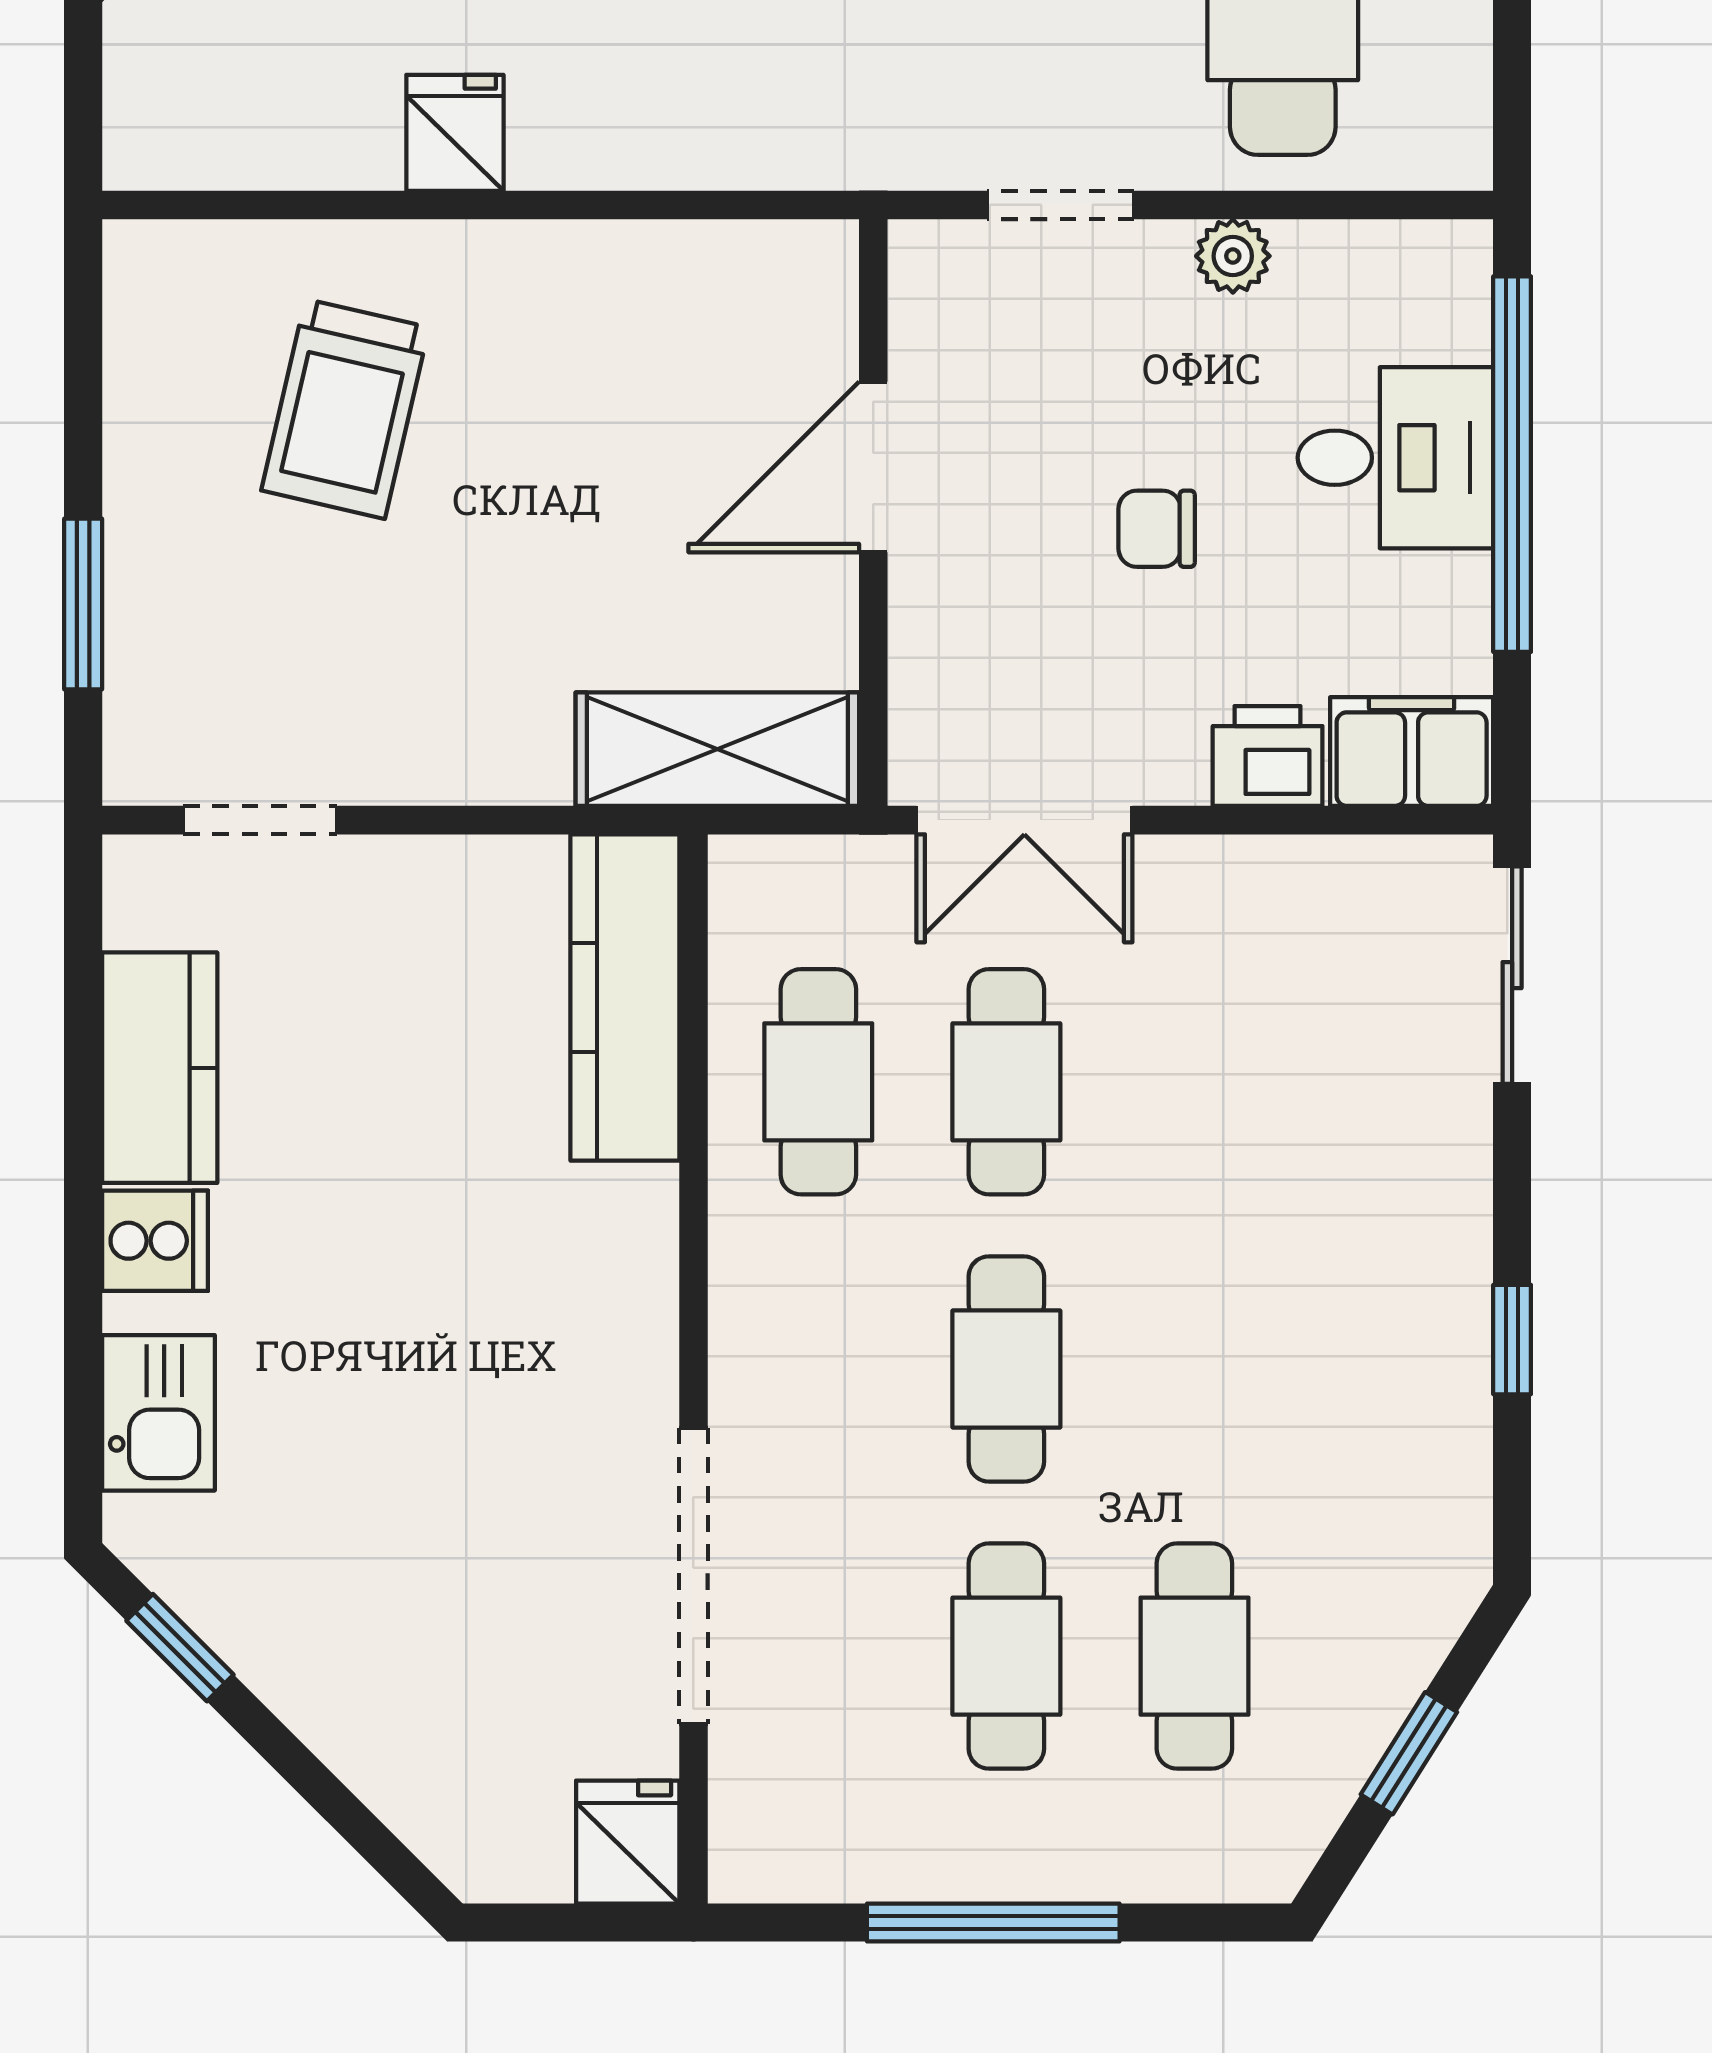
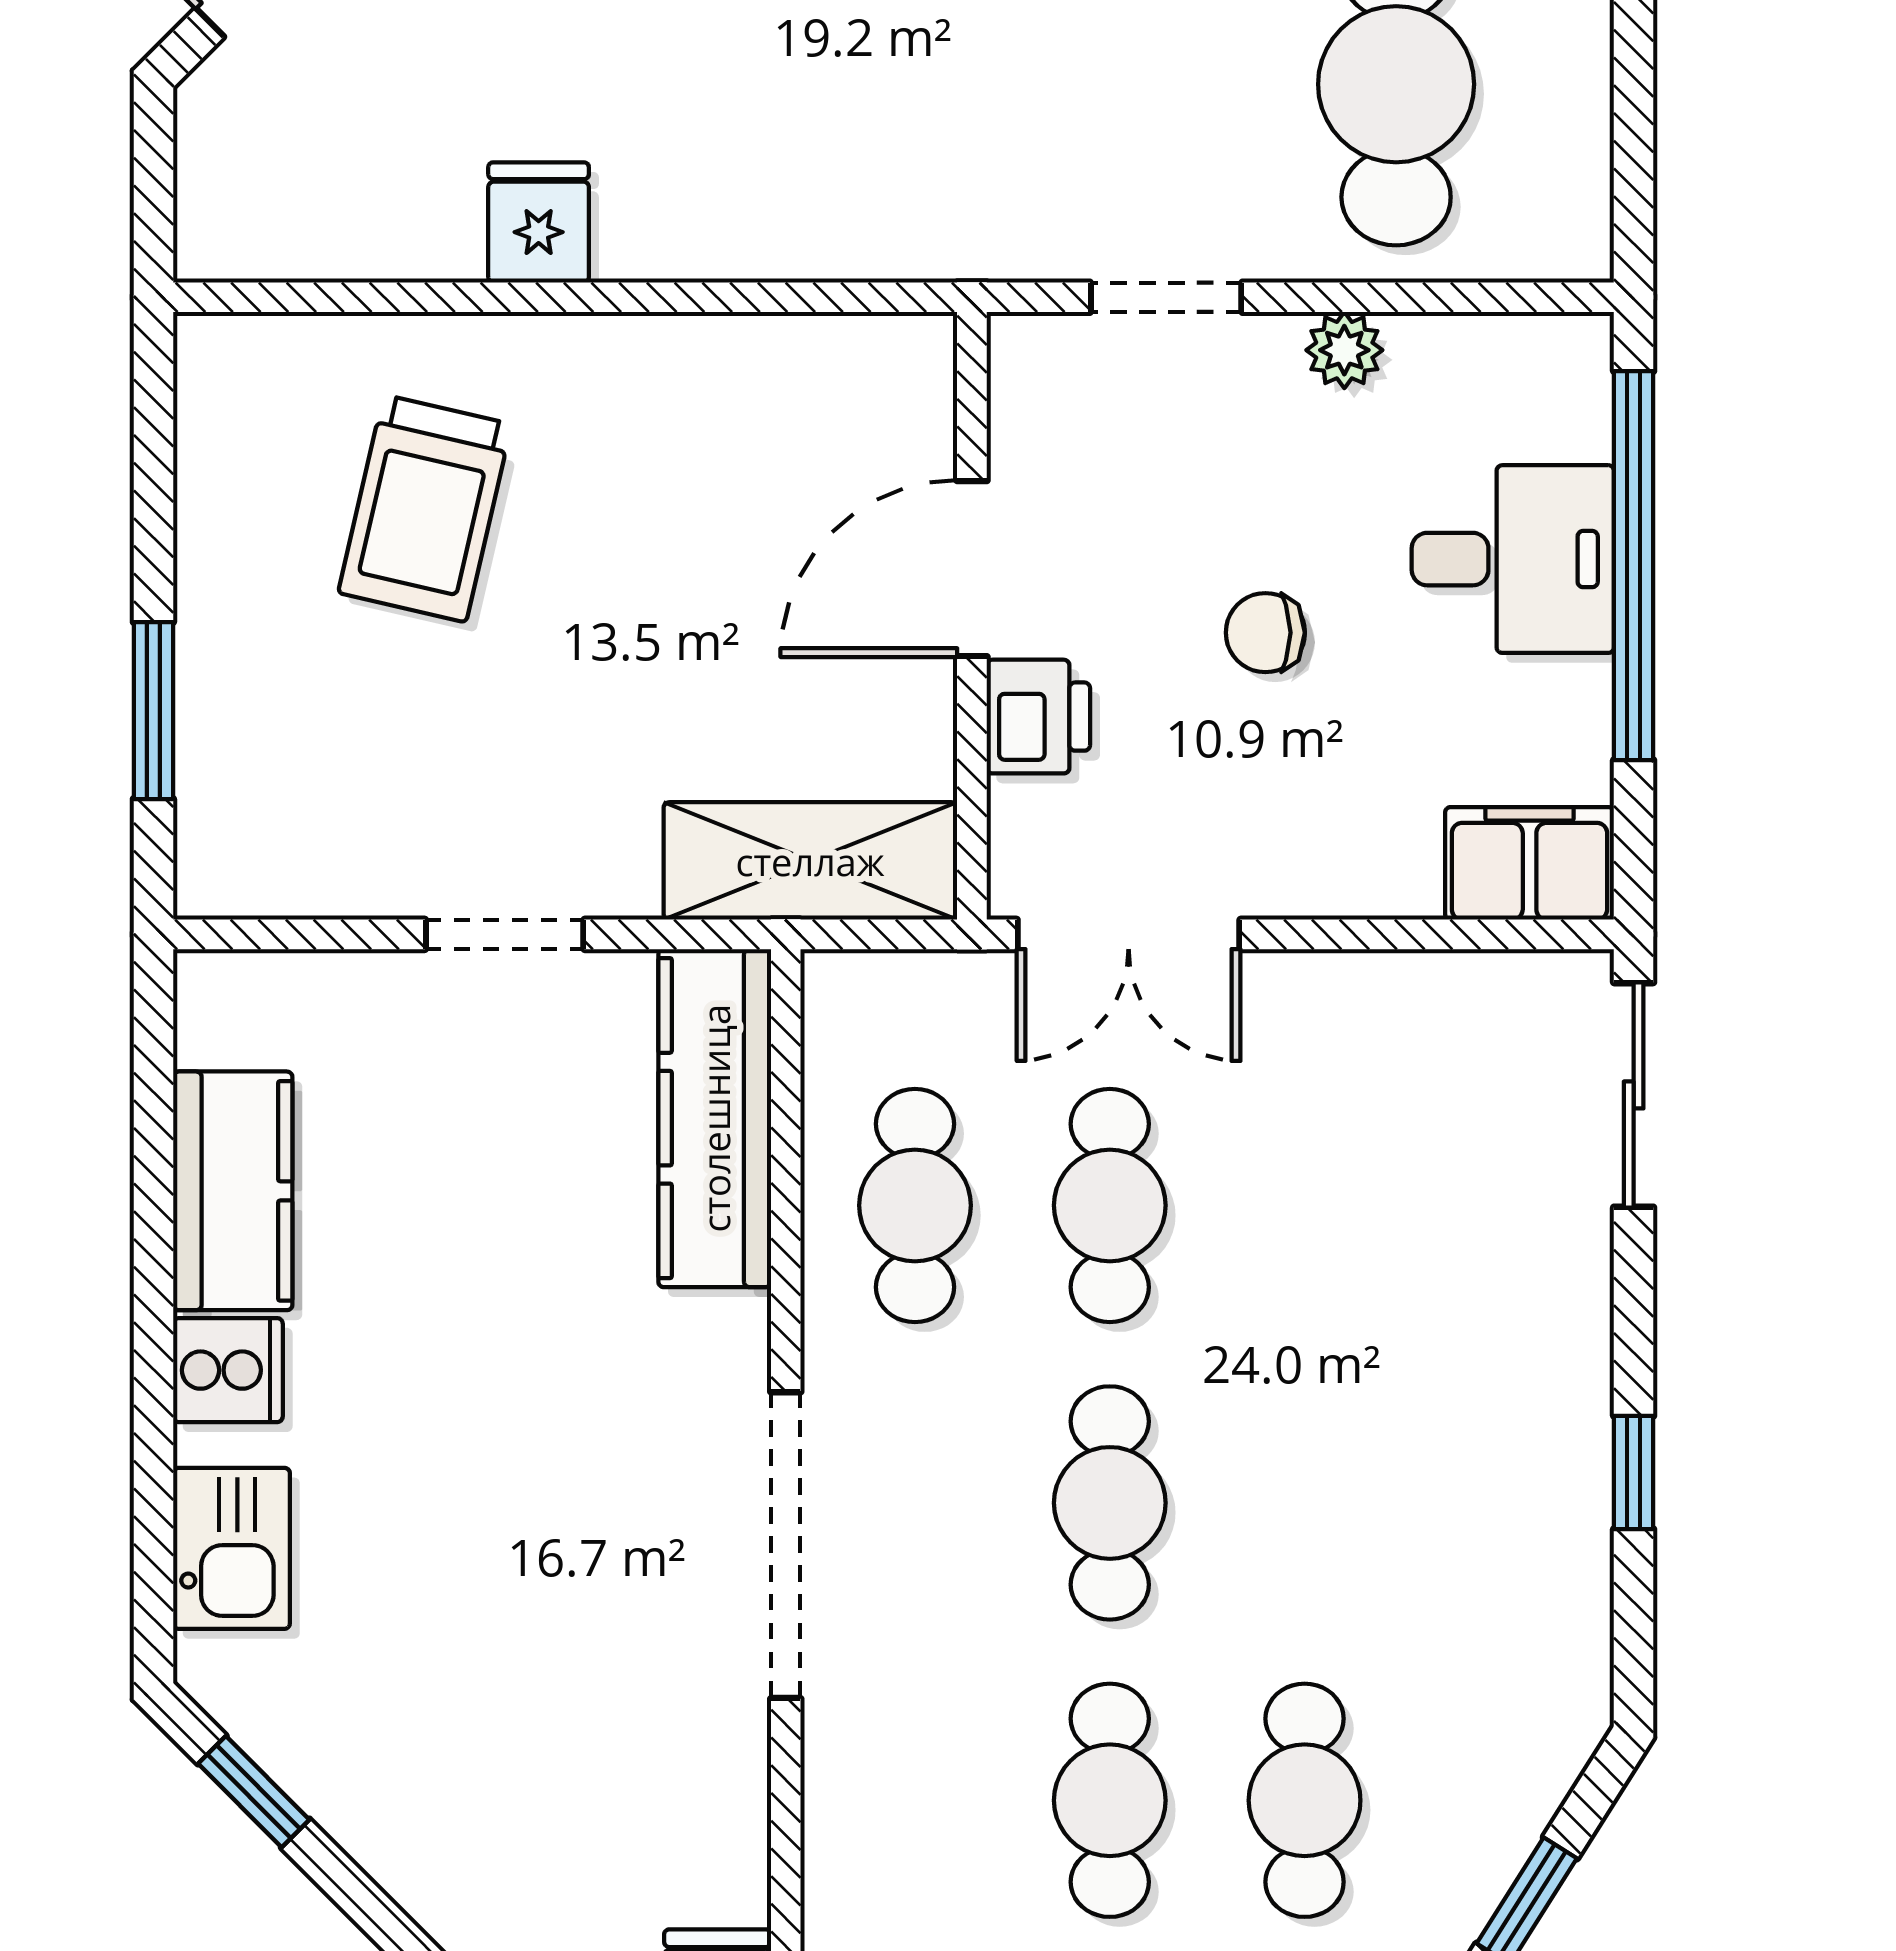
printer: (1268, 756) -> (1038, 717), moved, turned 90
doorway: (260, 820) -> (505, 934), moved
doorway: (693, 1576) -> (786, 1545), moved

